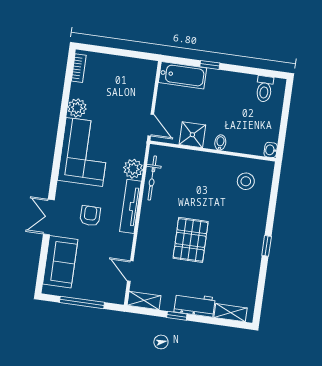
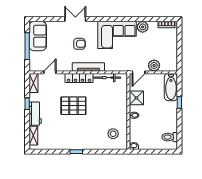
plant: (133, 169) -> (154, 65), moved
locker: (146, 224) -> (79, 78), added
sofa: (60, 262) -> (38, 36), moved, turned -90

